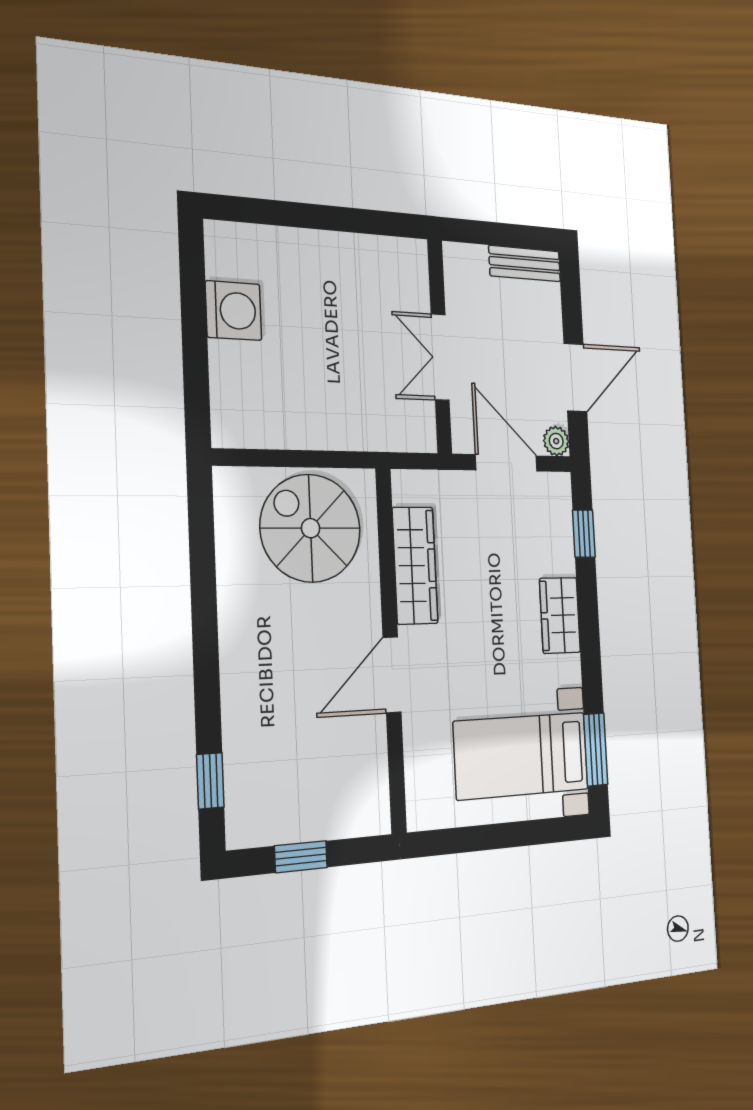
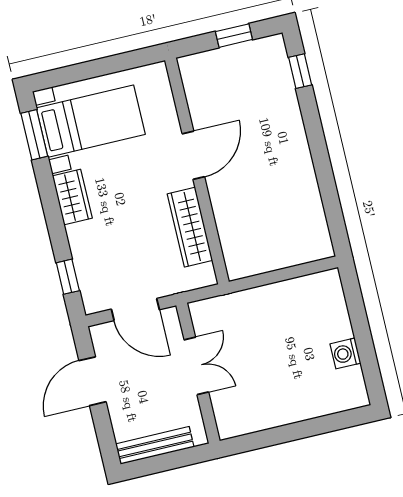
bench: (525, 264) -> (155, 445), width x1.36
washing machine: (234, 311) -> (345, 353), width x0.73, depth x0.73
plant: (556, 441) -> (100, 334), removed
spiral stairs: (311, 528) -> (265, 234), removed
wardrobe: (560, 615) -> (72, 197), moved

